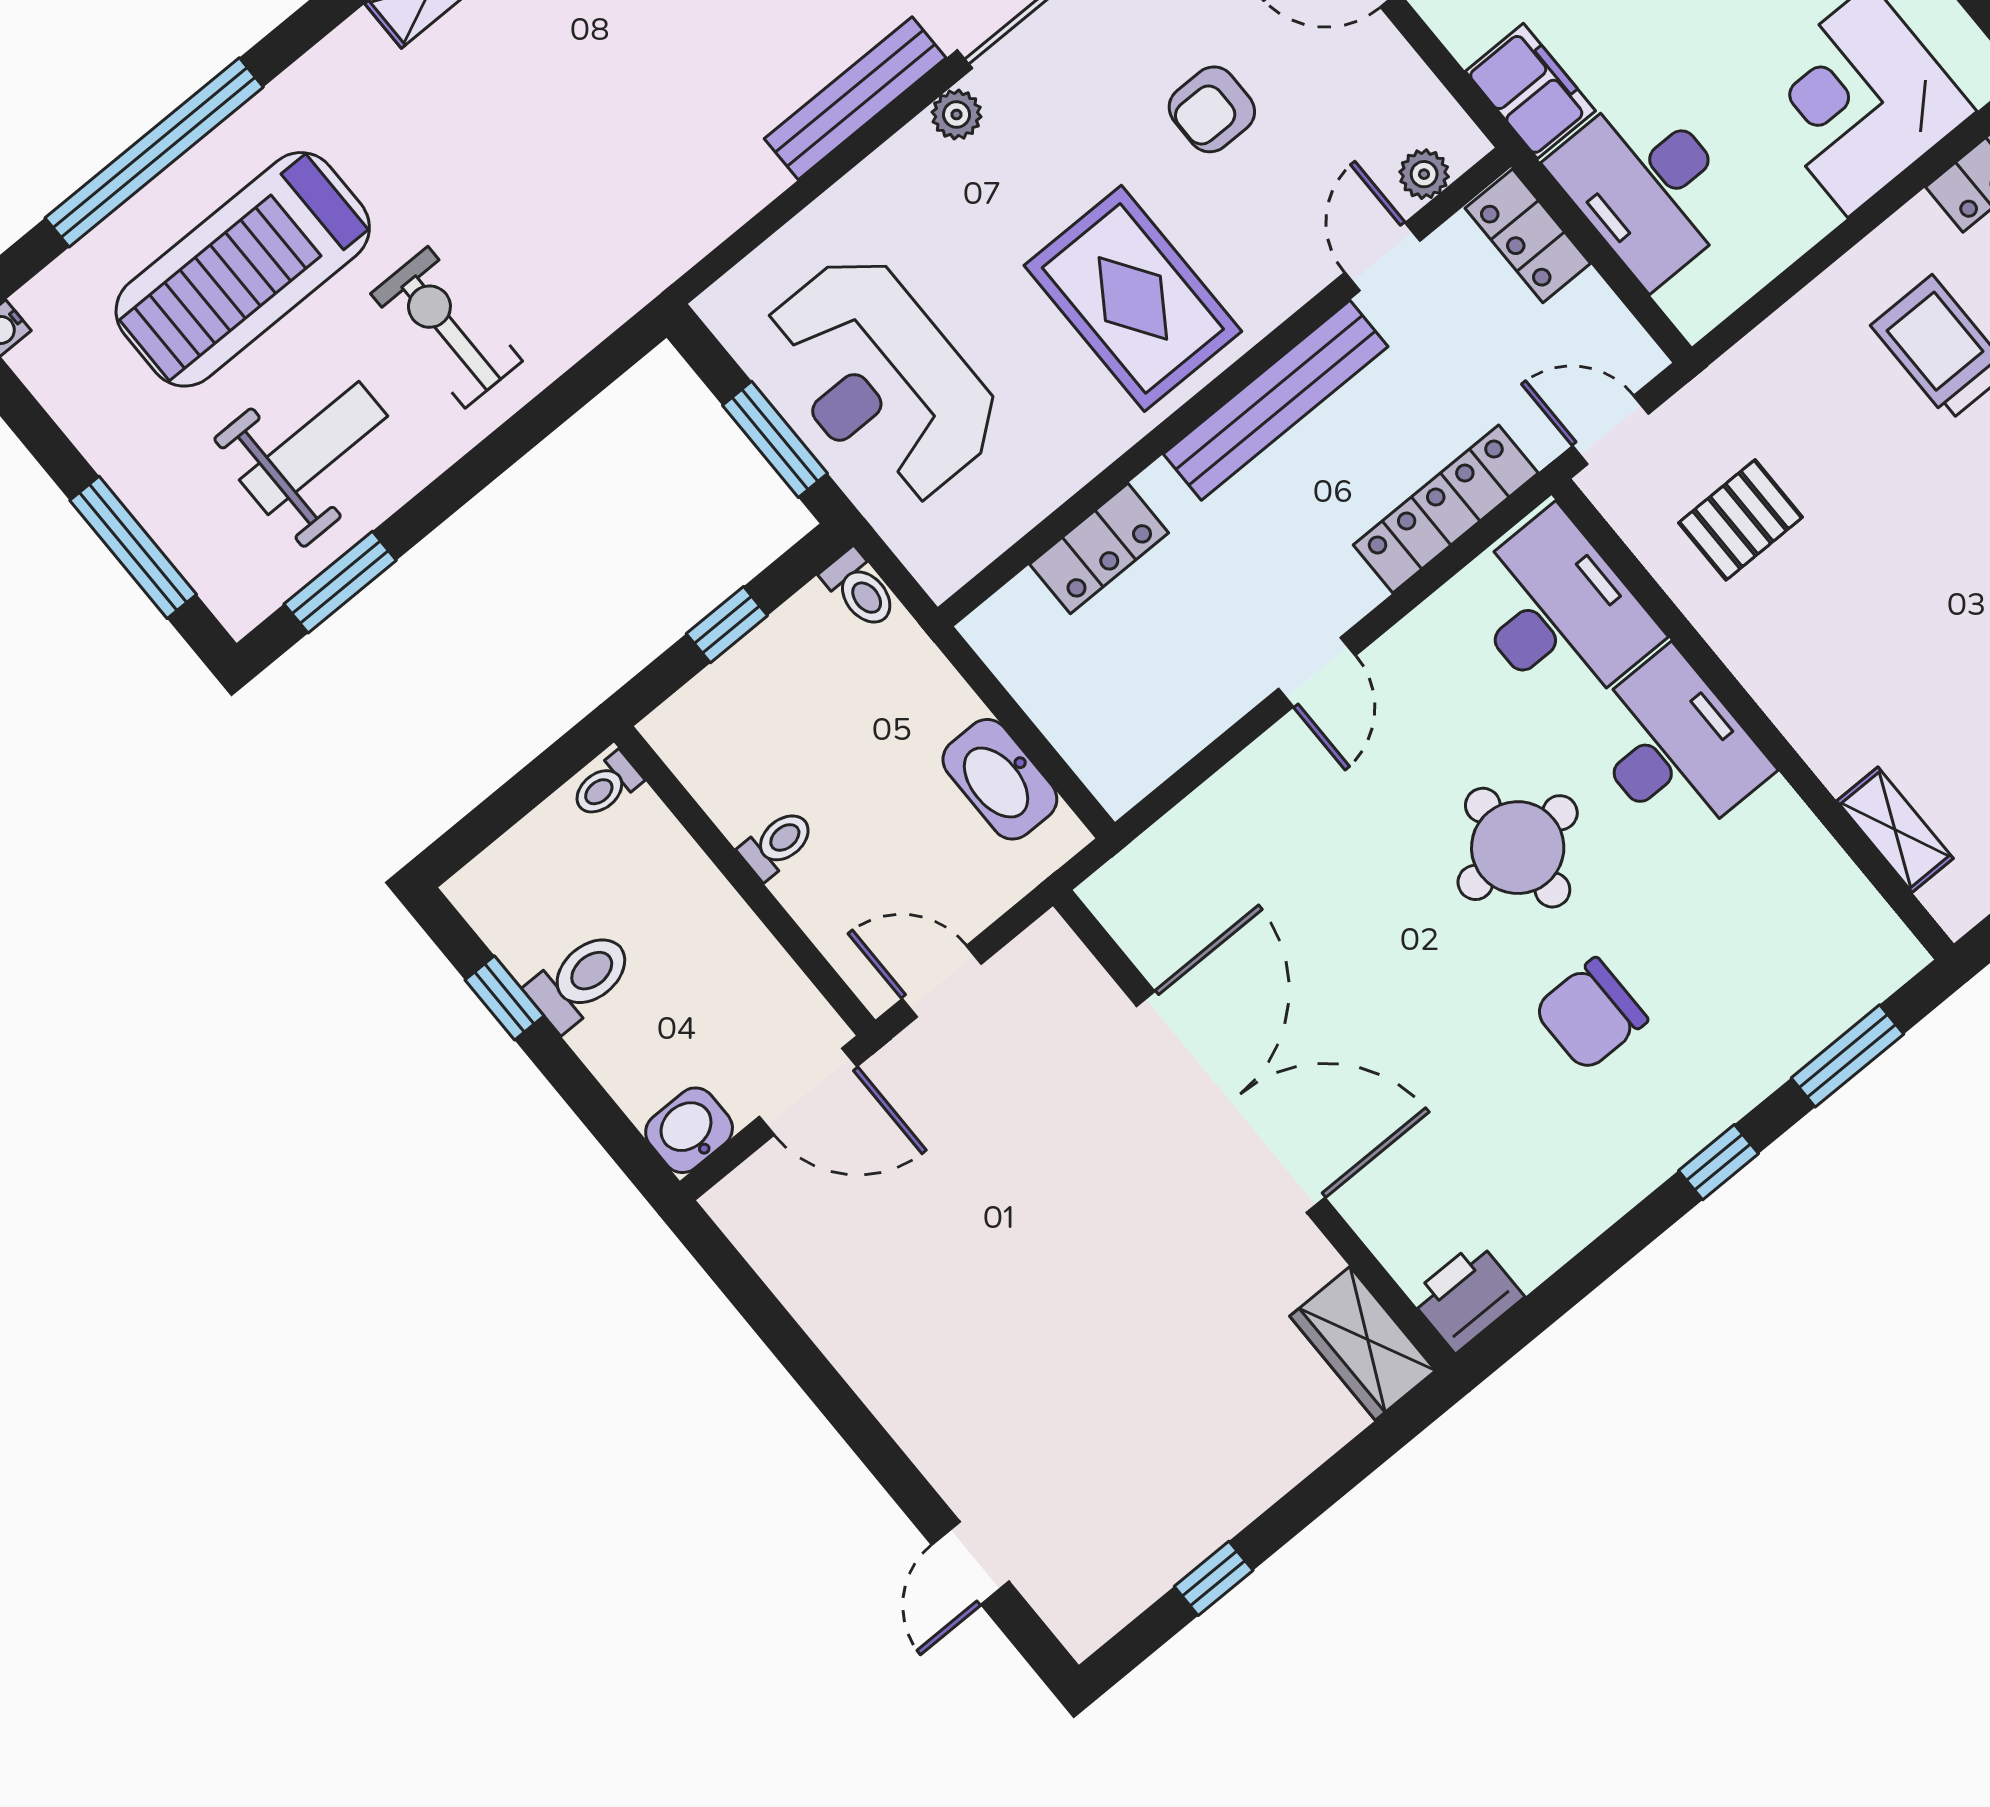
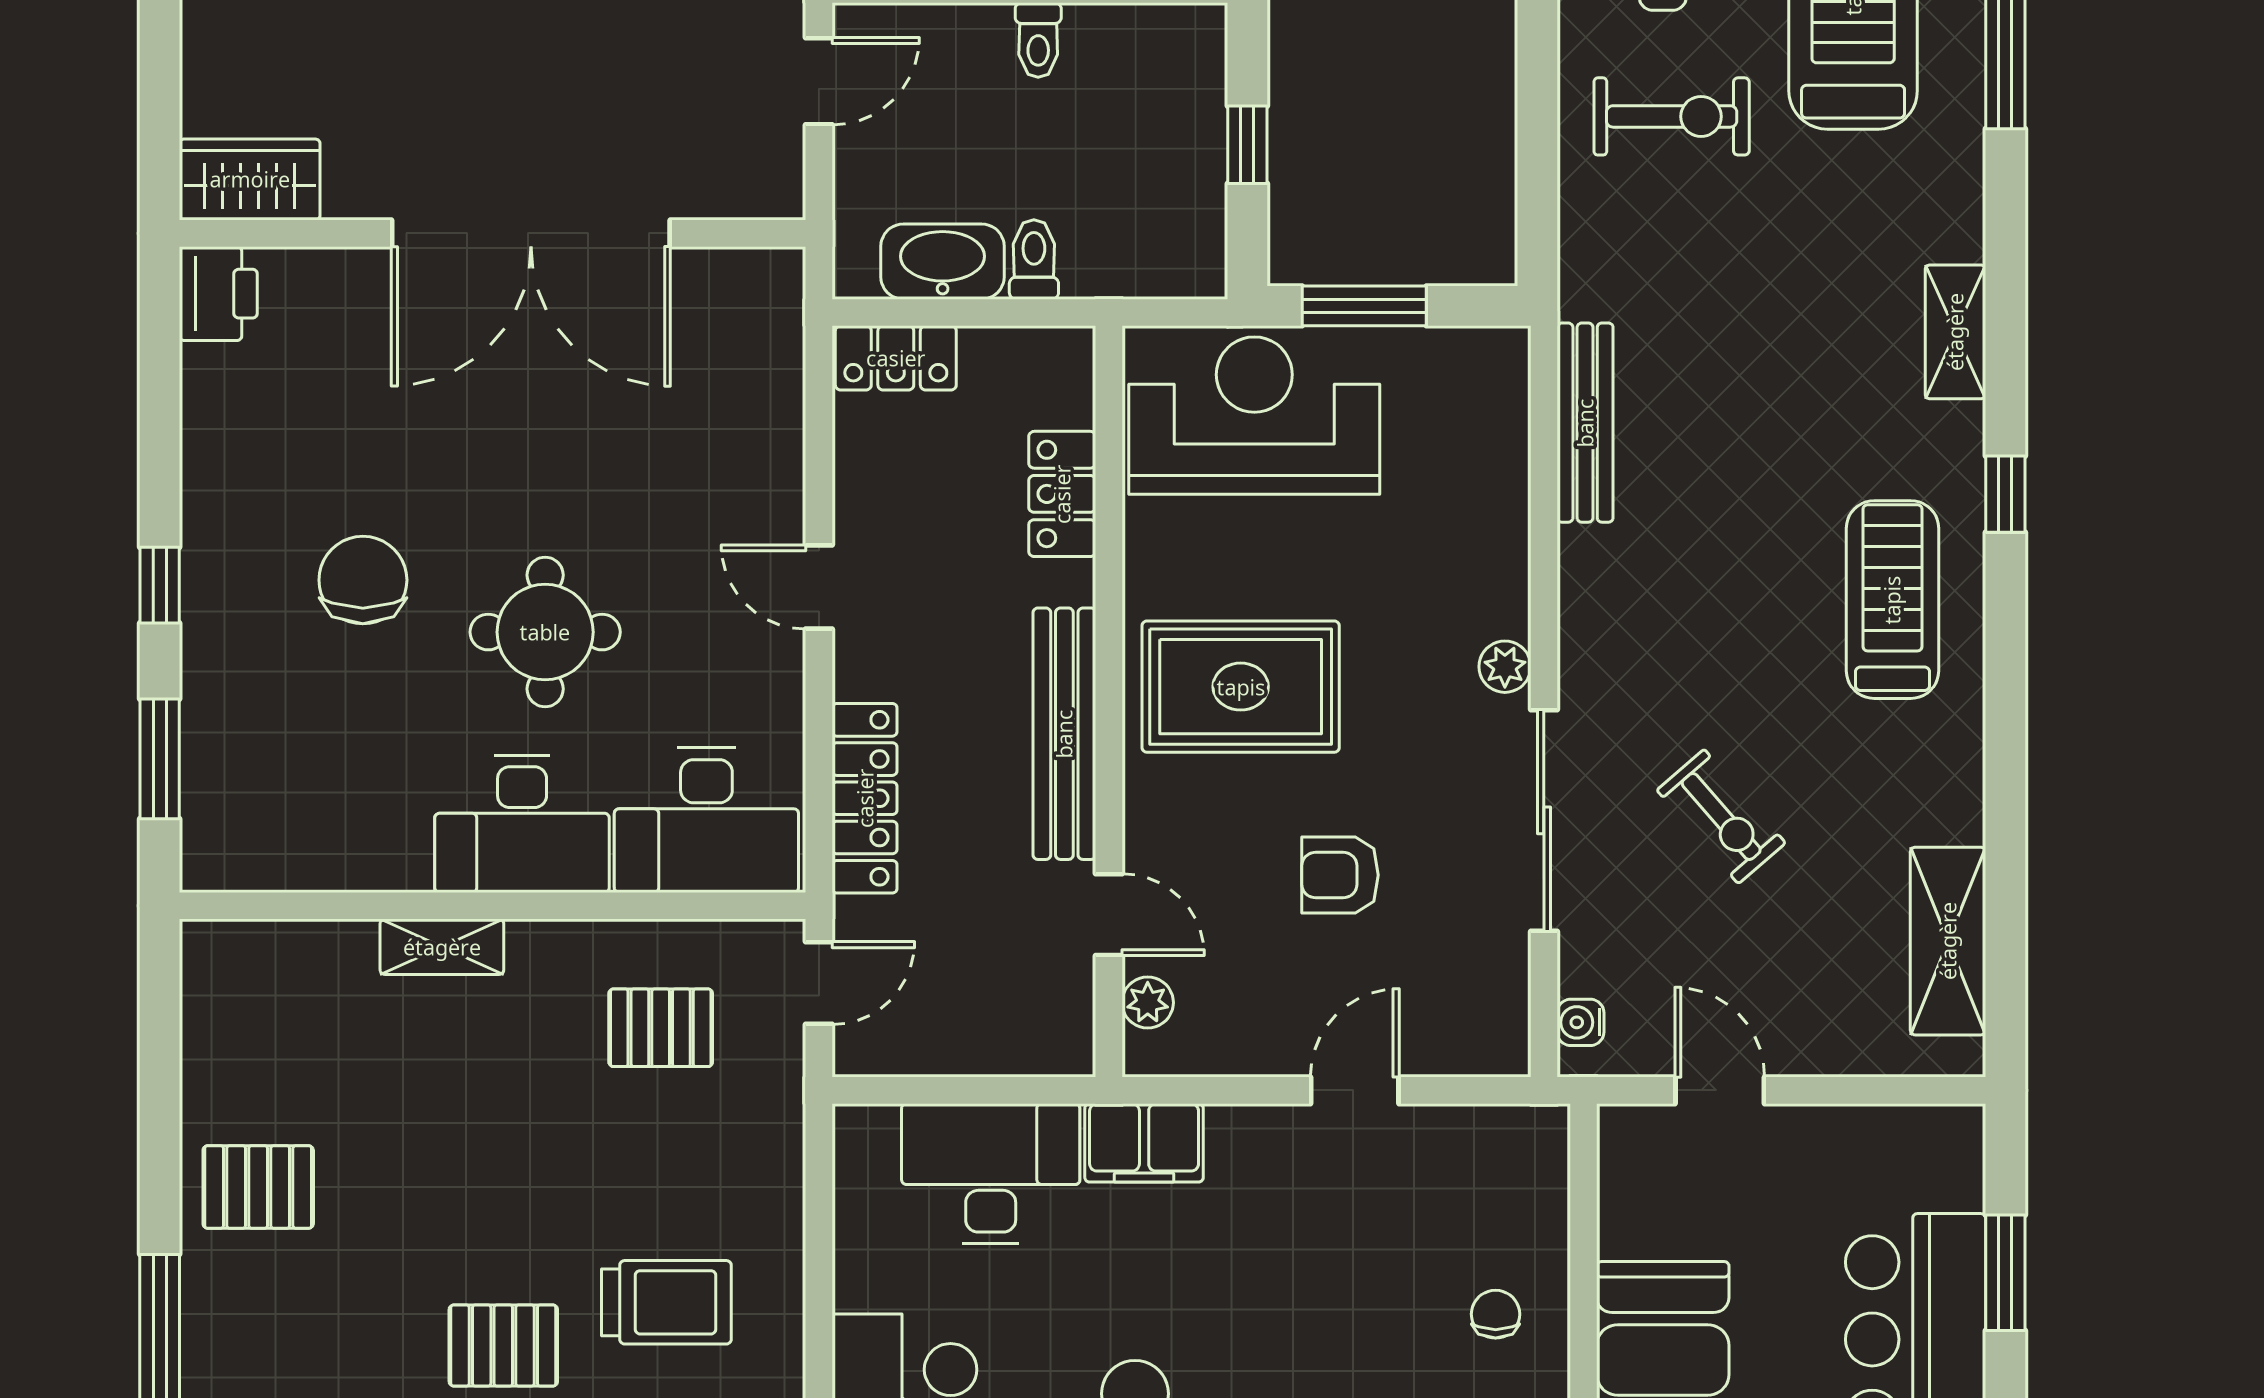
bench: (855, 98) -> (1585, 423), moved
armchair: (1212, 109) -> (1340, 875), turned -90
locker: (1528, 236) -> (896, 358), moved, turned 180
reception desk: (881, 379) -> (1254, 416), moved
pallet: (1741, 520) -> (661, 1028), turned 90
toilet: (860, 589) -> (1034, 260), moved, turned 90
shelving: (1895, 830) -> (442, 947), moved

